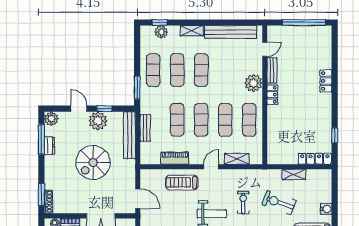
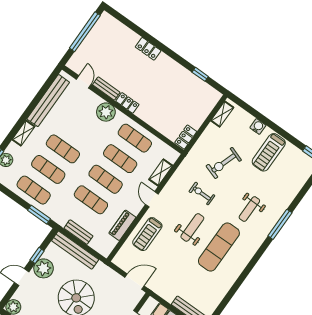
locker: (315, 159) -> (186, 137), moved, width x0.66
shelving: (294, 174) -> (222, 114), moved

